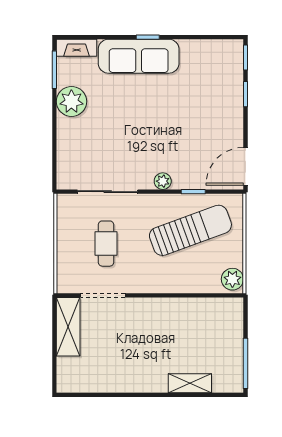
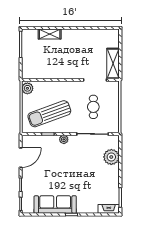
sofa: (139, 56) -> (55, 205), moved
plant: (71, 101) -> (111, 157), moved
door: (245, 166) -> (21, 158), moved

